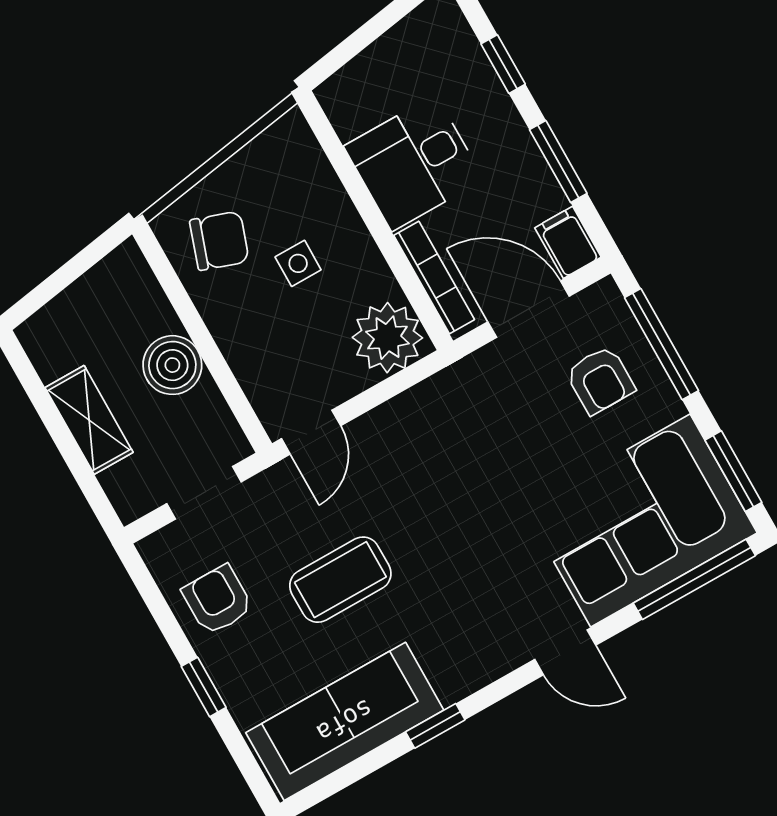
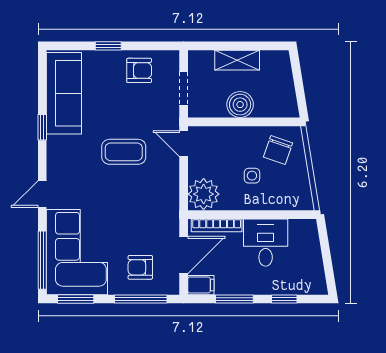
coffee table: (340, 580) -> (124, 152), moved, turned 90

